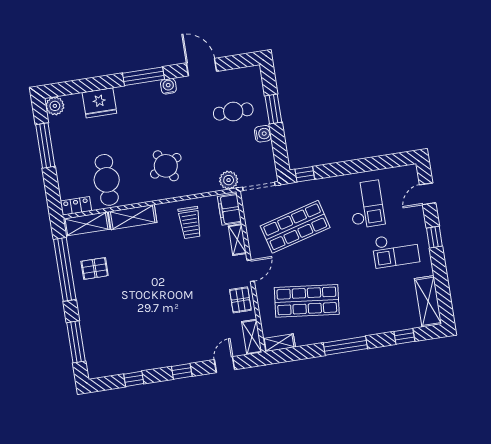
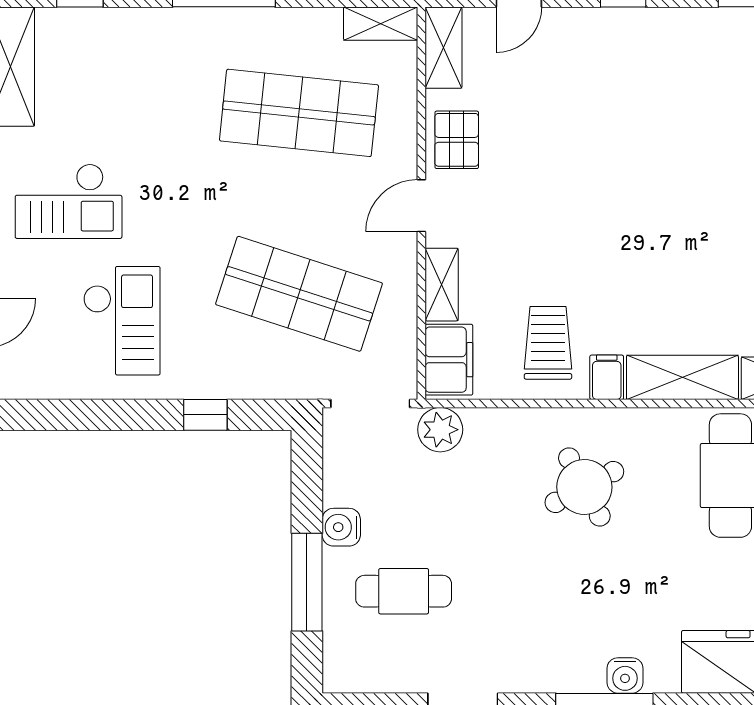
water cooler: (168, 86) -> (625, 675), moved
window: (273, 109) -> (307, 582), width x1.44
window: (305, 174) -> (205, 415), moved
checkout: (366, 204) -> (122, 321), turned 180
filing cabinet: (164, 212) -> (607, 377), added
shop shelf: (295, 227) -> (299, 294), turned 33
checkout: (396, 250) -> (69, 201), turned 180

